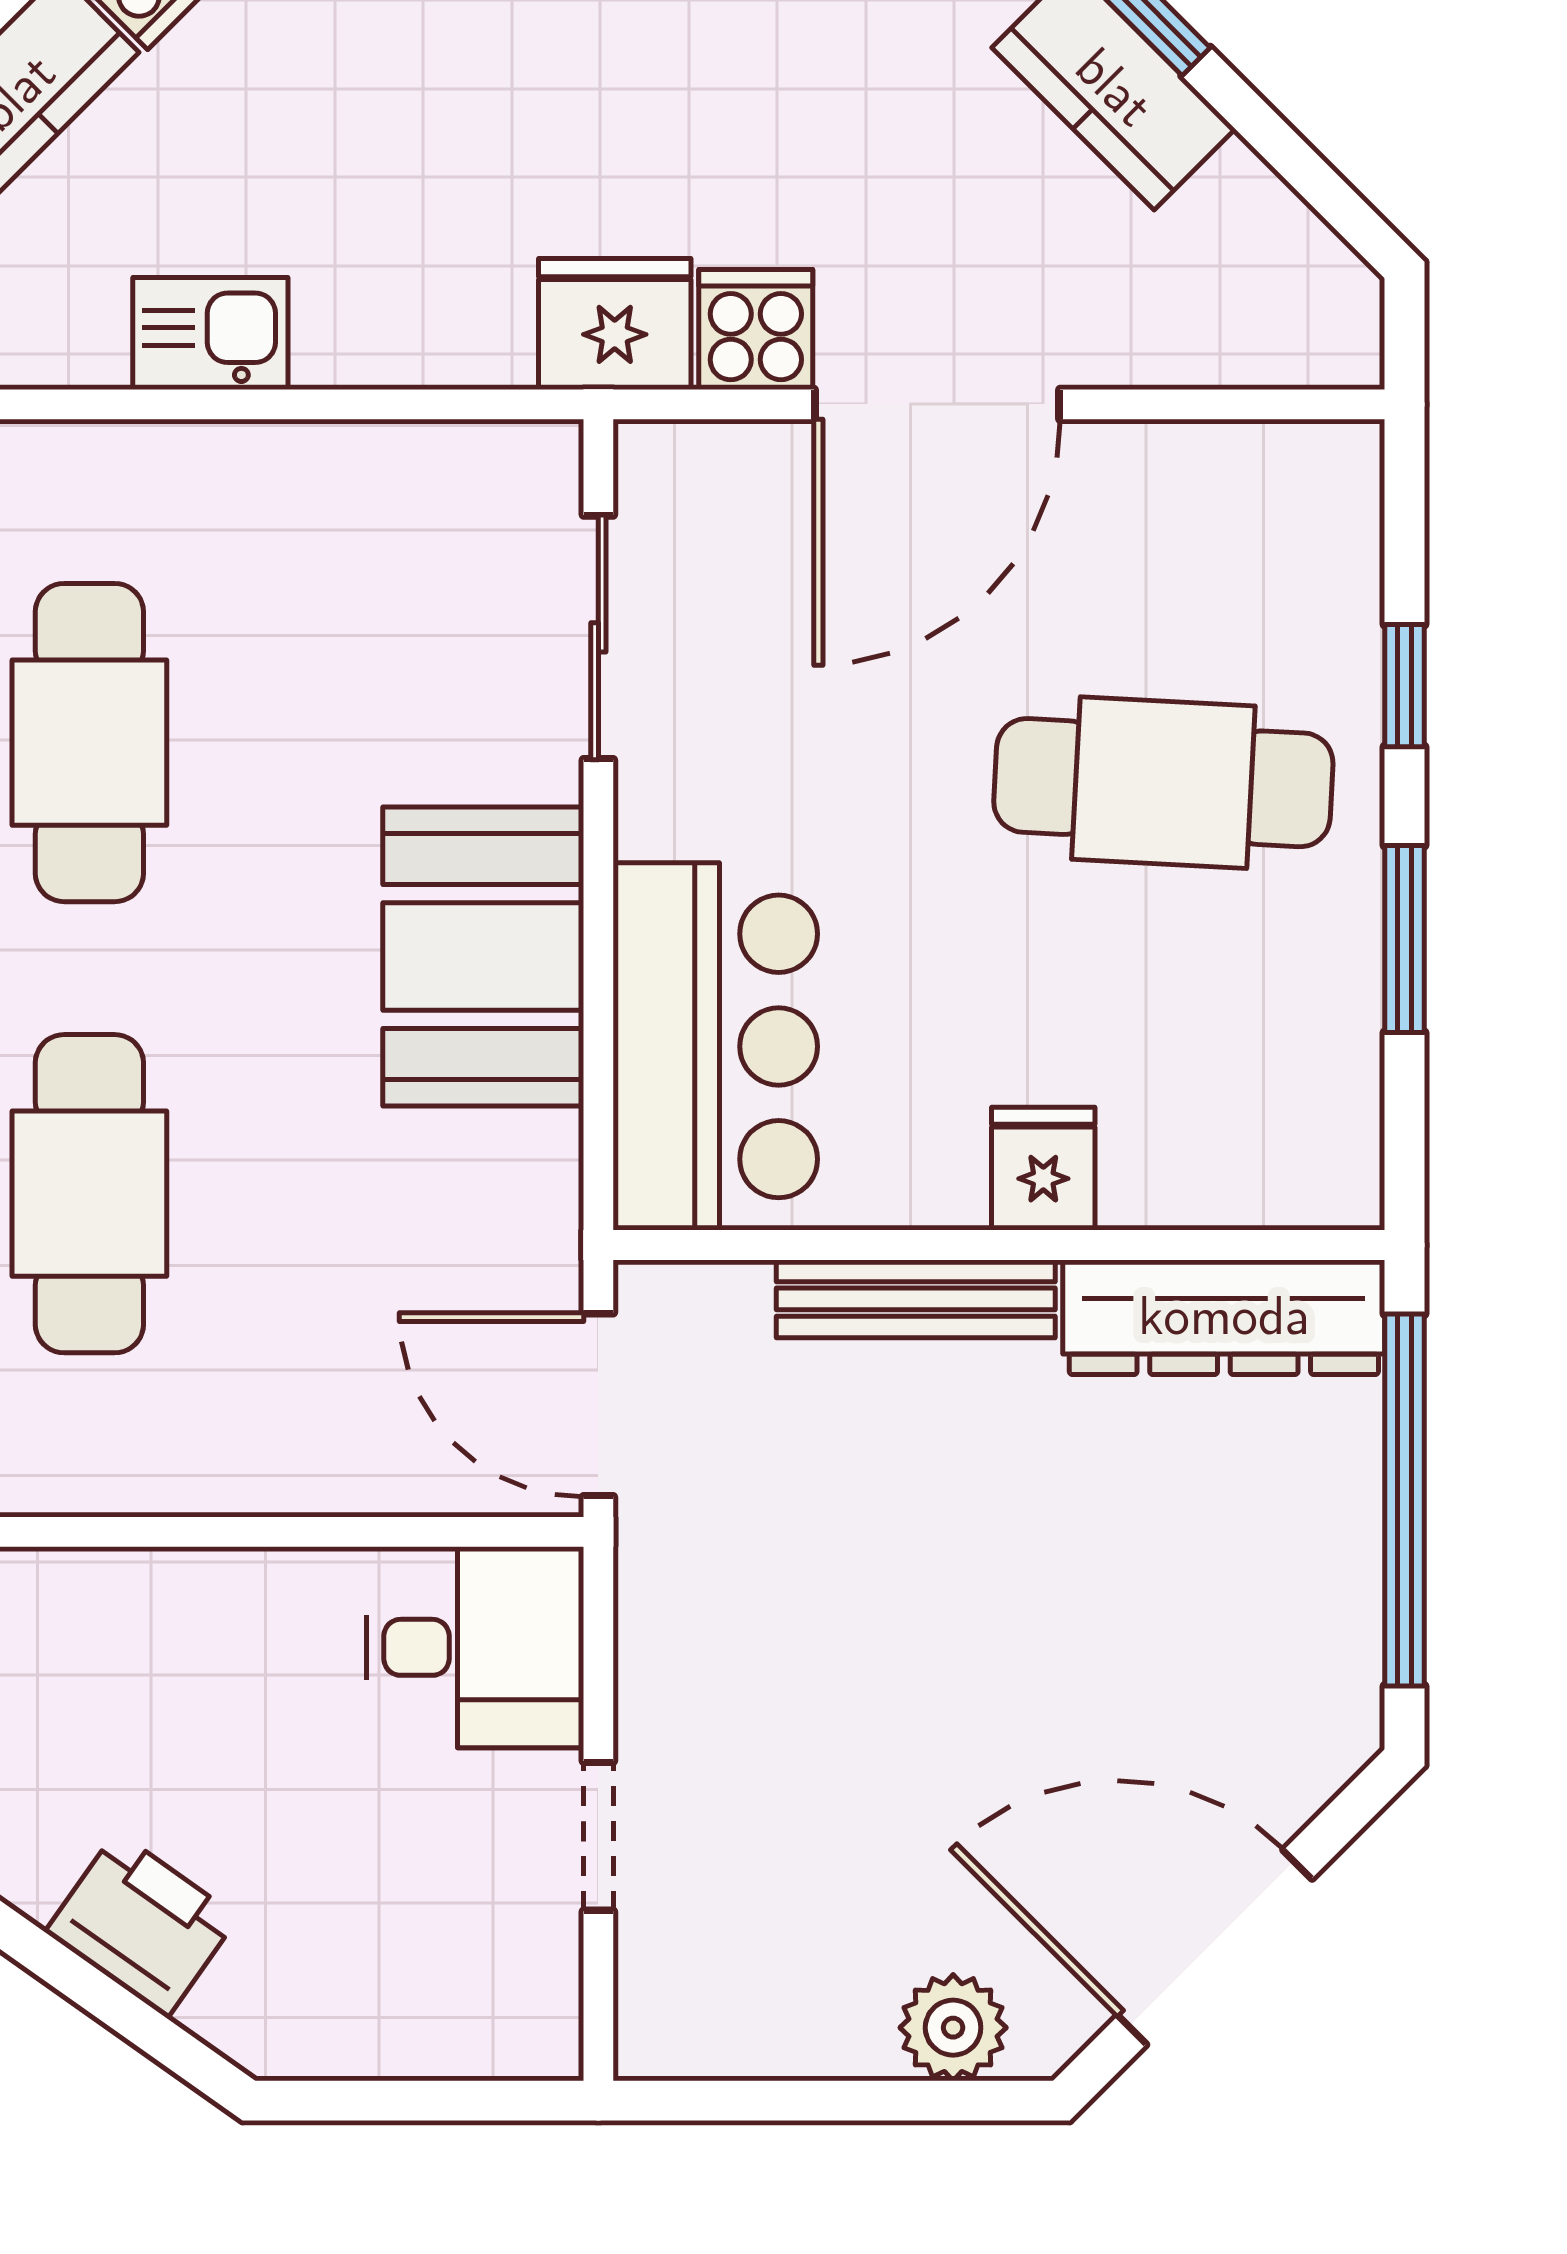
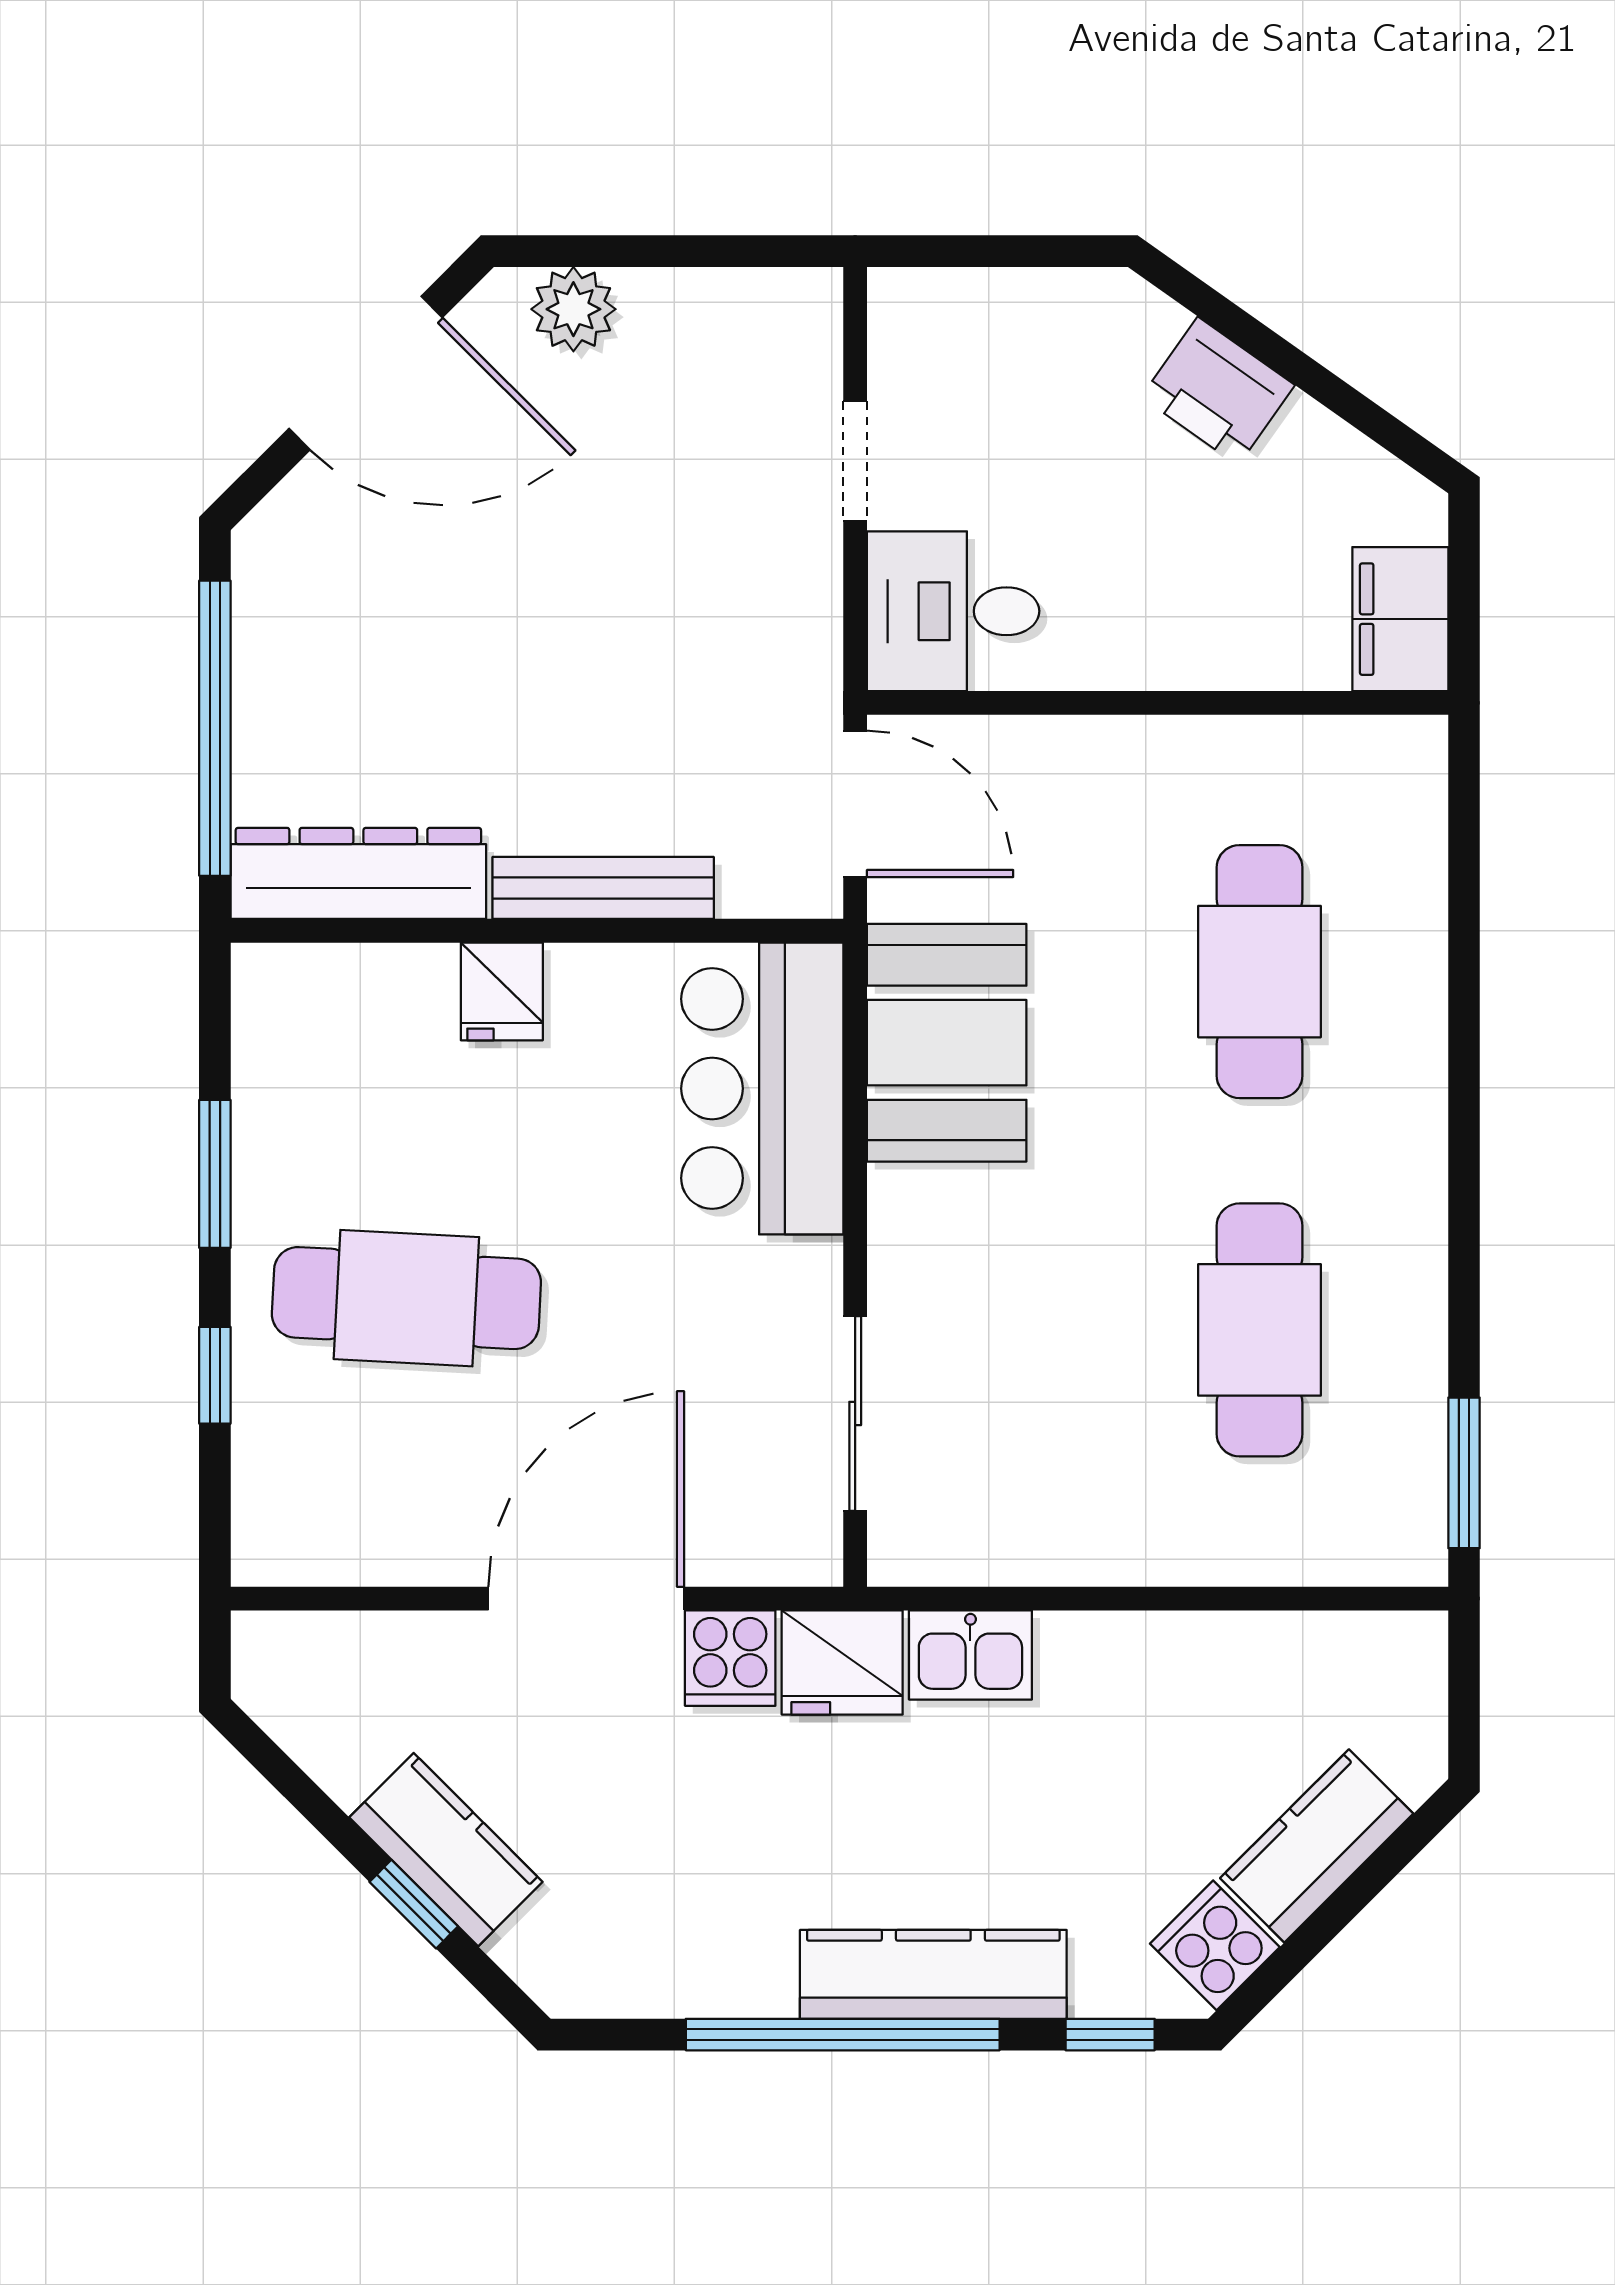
kitchen sink: (210, 333) -> (970, 1655), moved
booth: (483, 956) -> (947, 1043), moved

